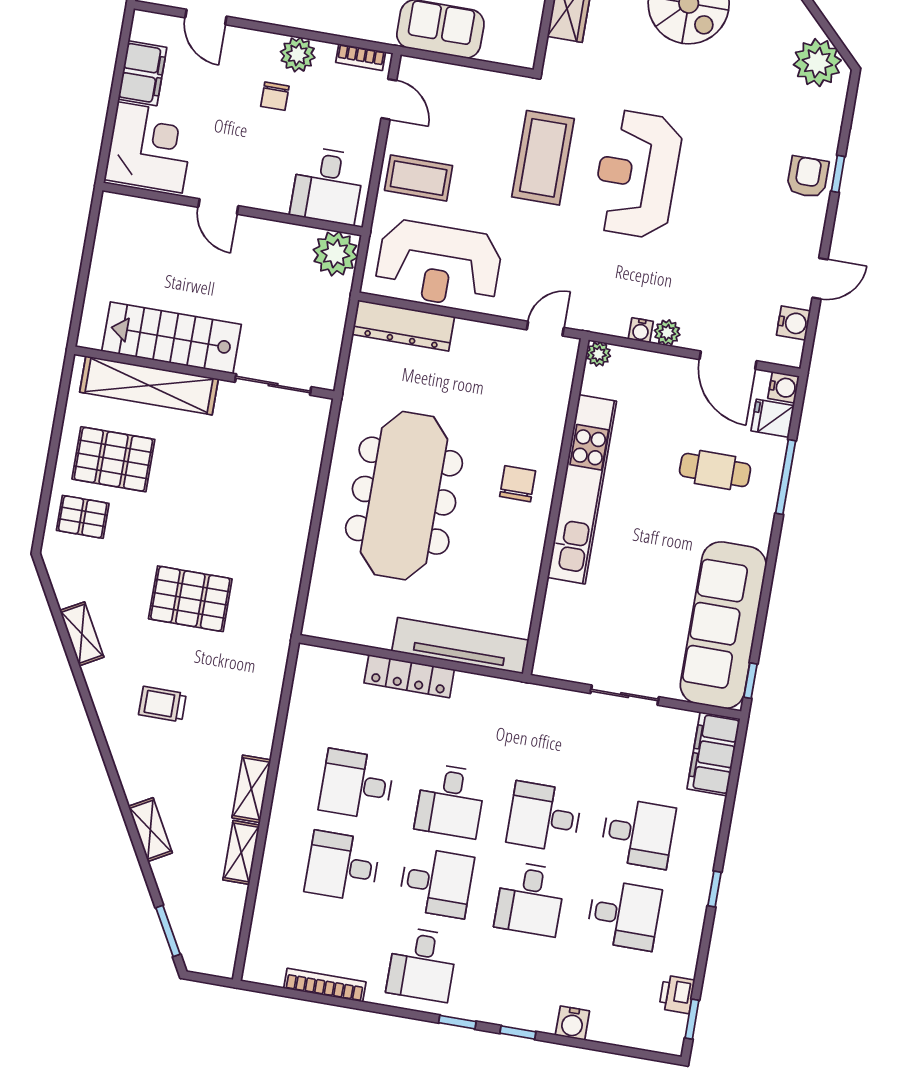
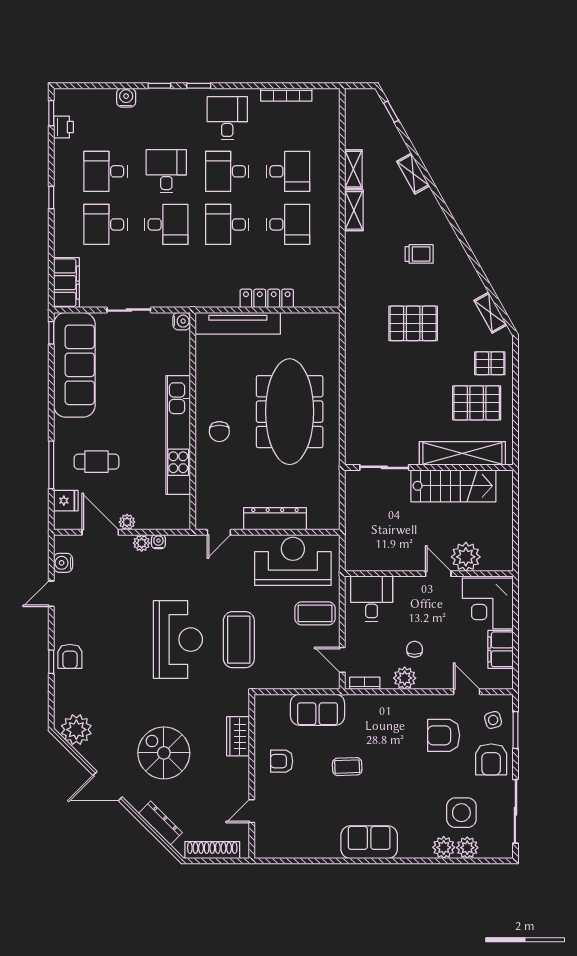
plant: (335, 254) -> (466, 557), moved
dresser: (403, 326) -> (275, 519), moved
plant: (598, 354) -> (127, 522), moved
water cooler: (784, 387) -> (182, 321), moved, turned 180
shelving: (82, 634) -> (490, 313), moved
desk: (450, 801) -> (227, 224), turned -90
window: (168, 931) -> (391, 112), width x0.67

